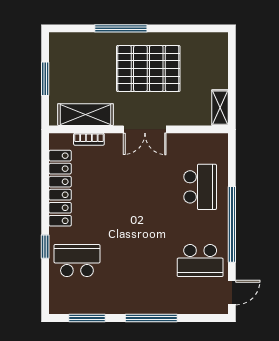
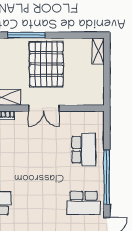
pallet: (148, 69) -> (46, 64), turned 90
shelving: (220, 108) -> (98, 51), moved

